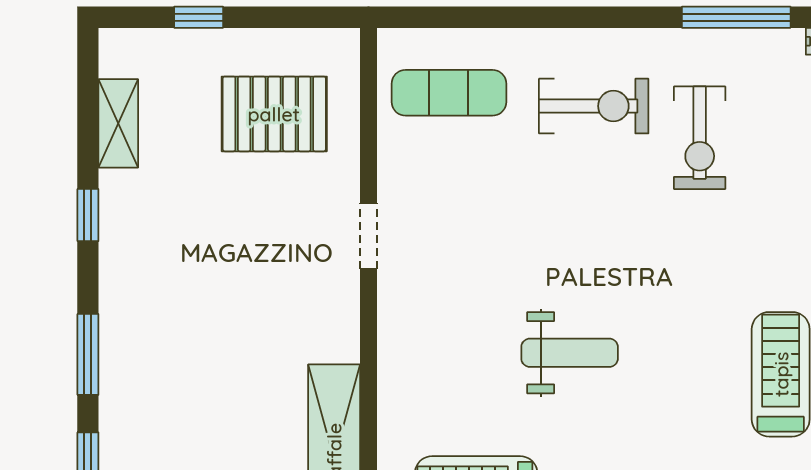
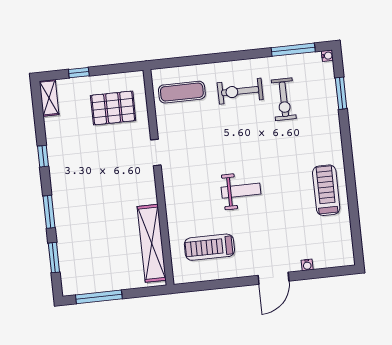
exercise bike: (594, 106) -> (240, 91), turned 180
shelving: (118, 123) -> (49, 98), moved

